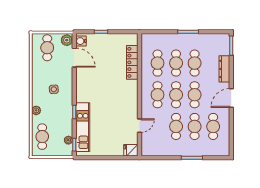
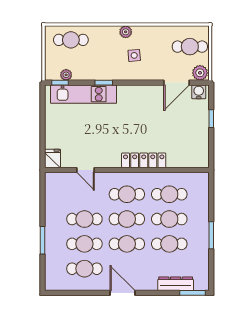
locker: (132, 62) -> (144, 160), moved
dresser: (224, 69) -> (176, 284), moved
plant: (36, 110) -> (126, 32), moved

